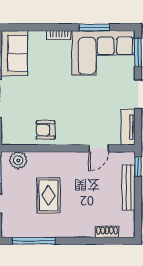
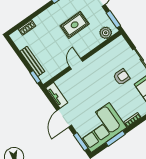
armchair: (45, 130) -> (121, 77), moved
door: (99, 148) -> (76, 64), moved
rug: (48, 195) -> (75, 25), turned 90

